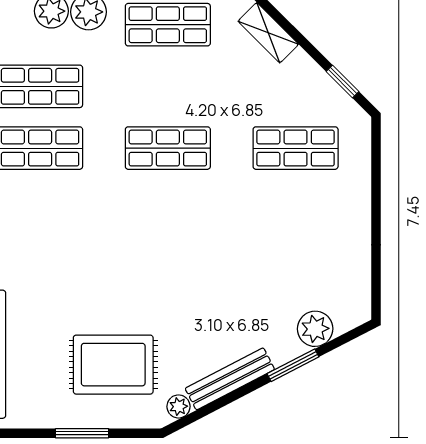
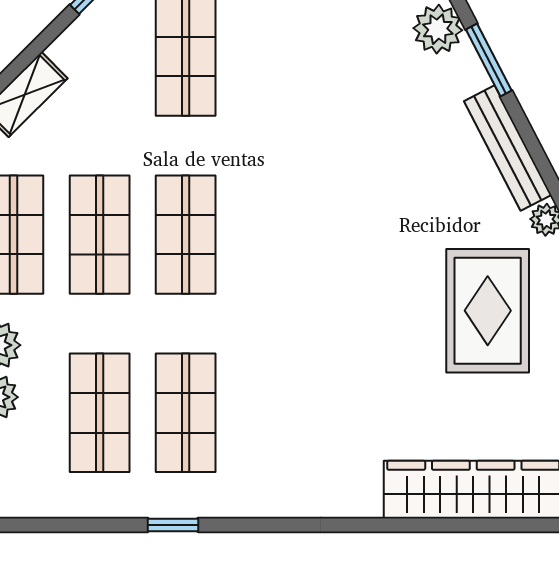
shop shelf: (168, 86) -> (100, 235), added

